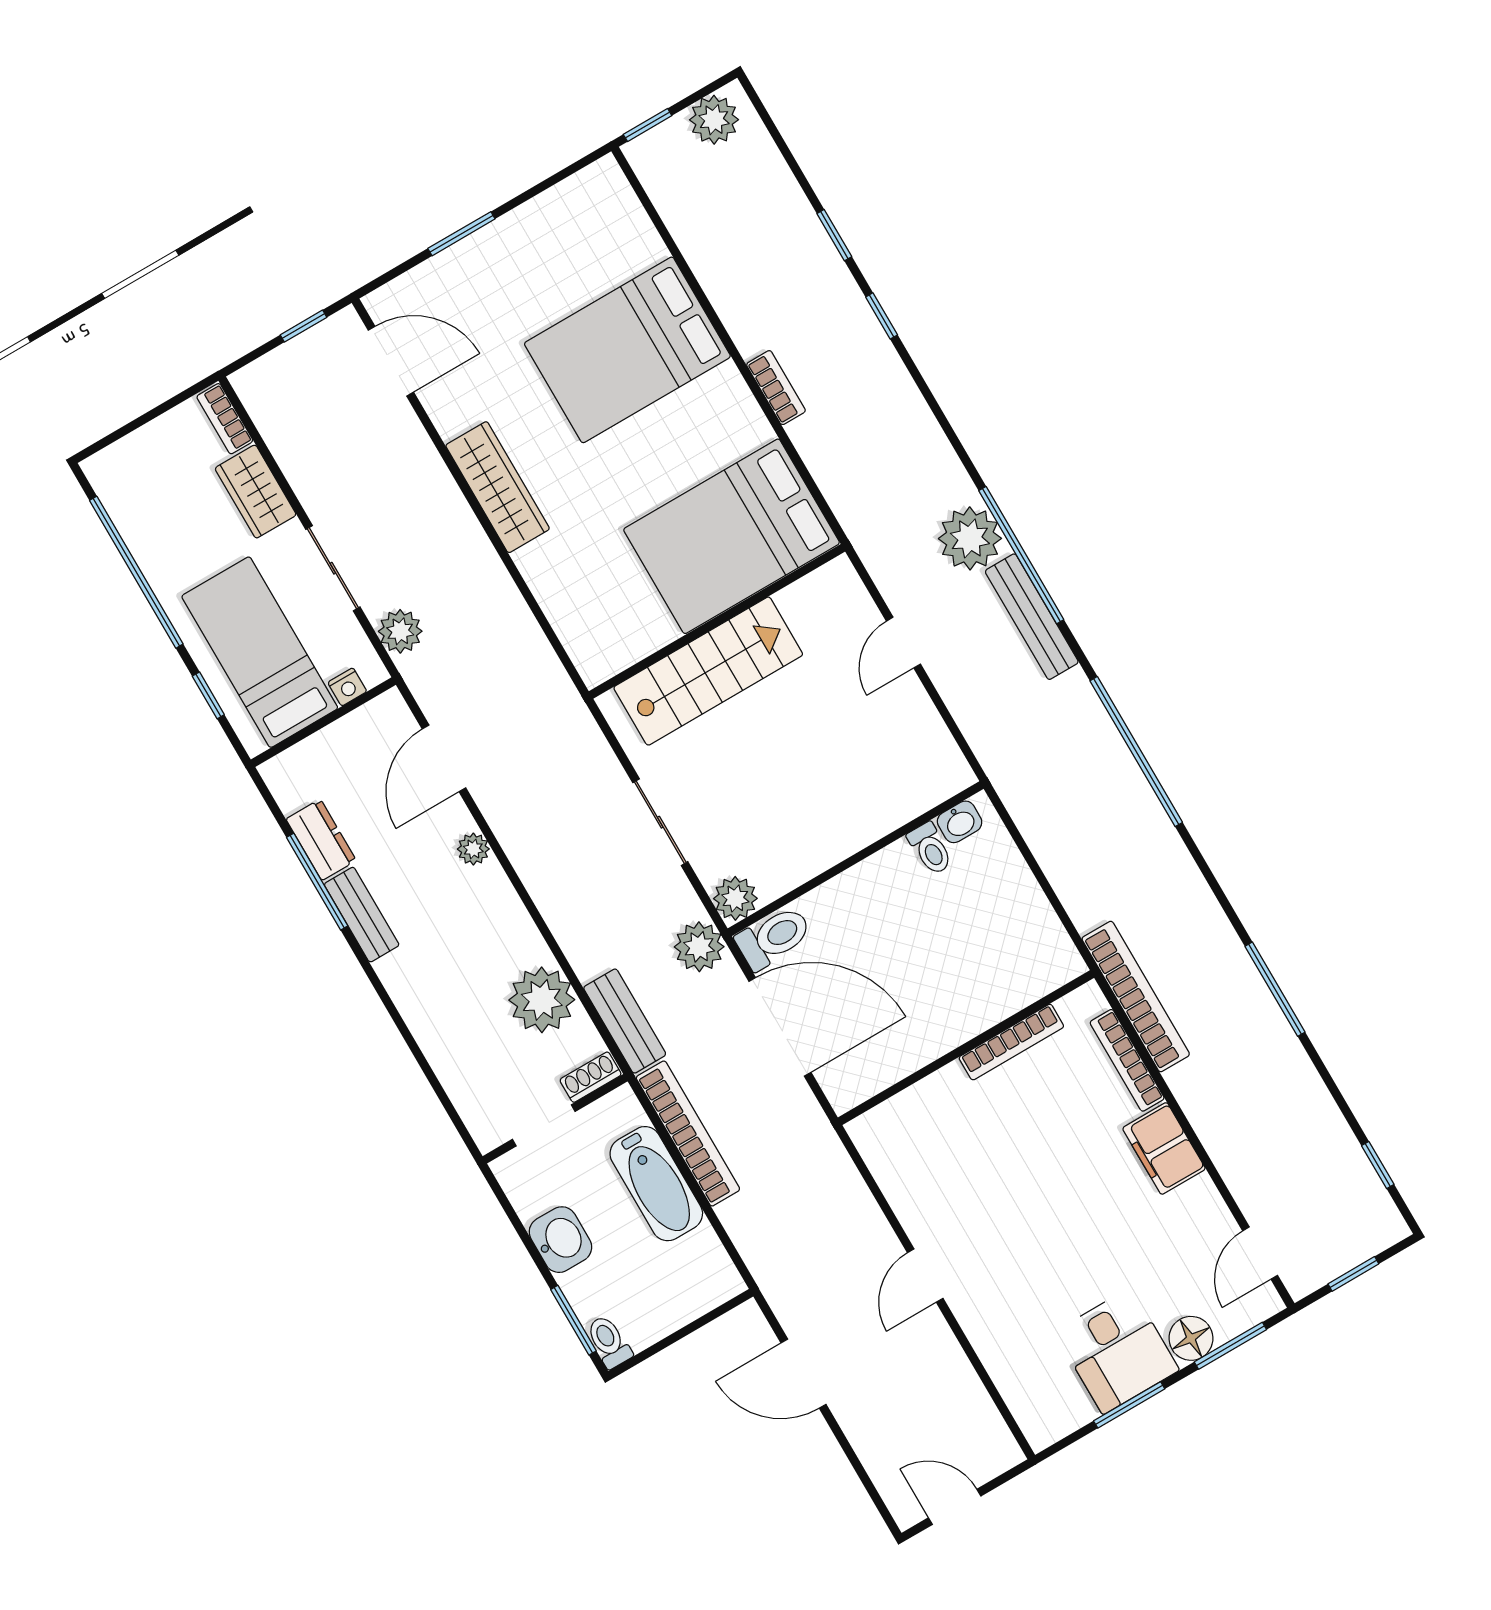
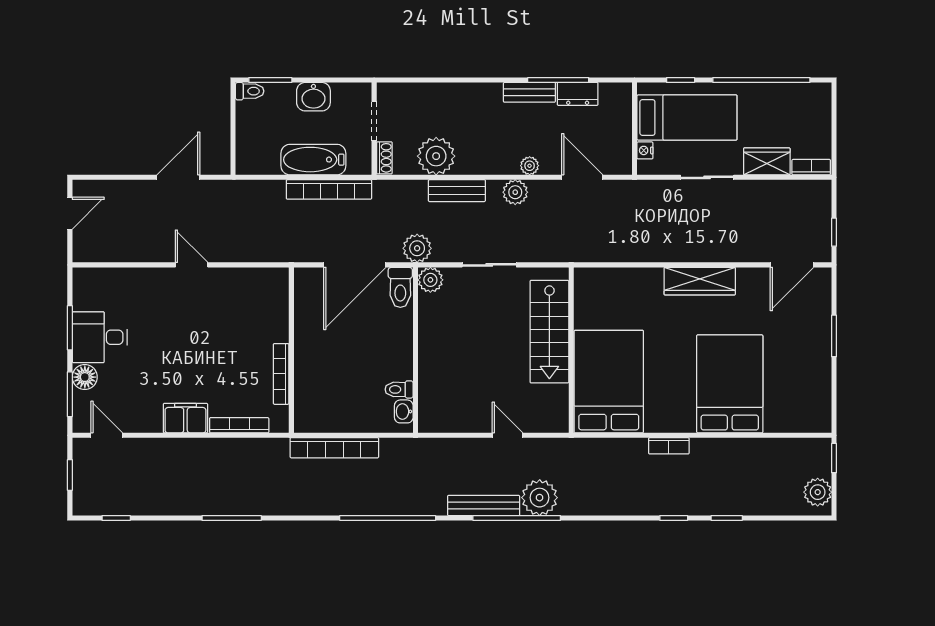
plant: (400, 631) -> (515, 192), moved
bookcase: (1136, 997) -> (334, 448), moved
bench: (625, 1021) -> (457, 191), moved

